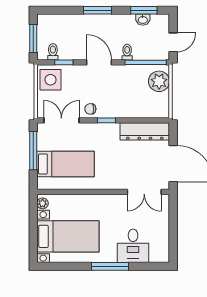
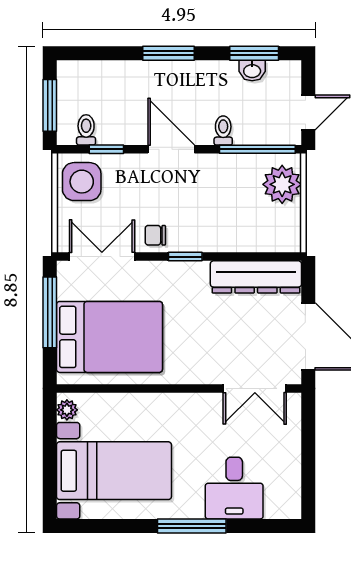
bed: (66, 164) -> (109, 337), width x1.50

